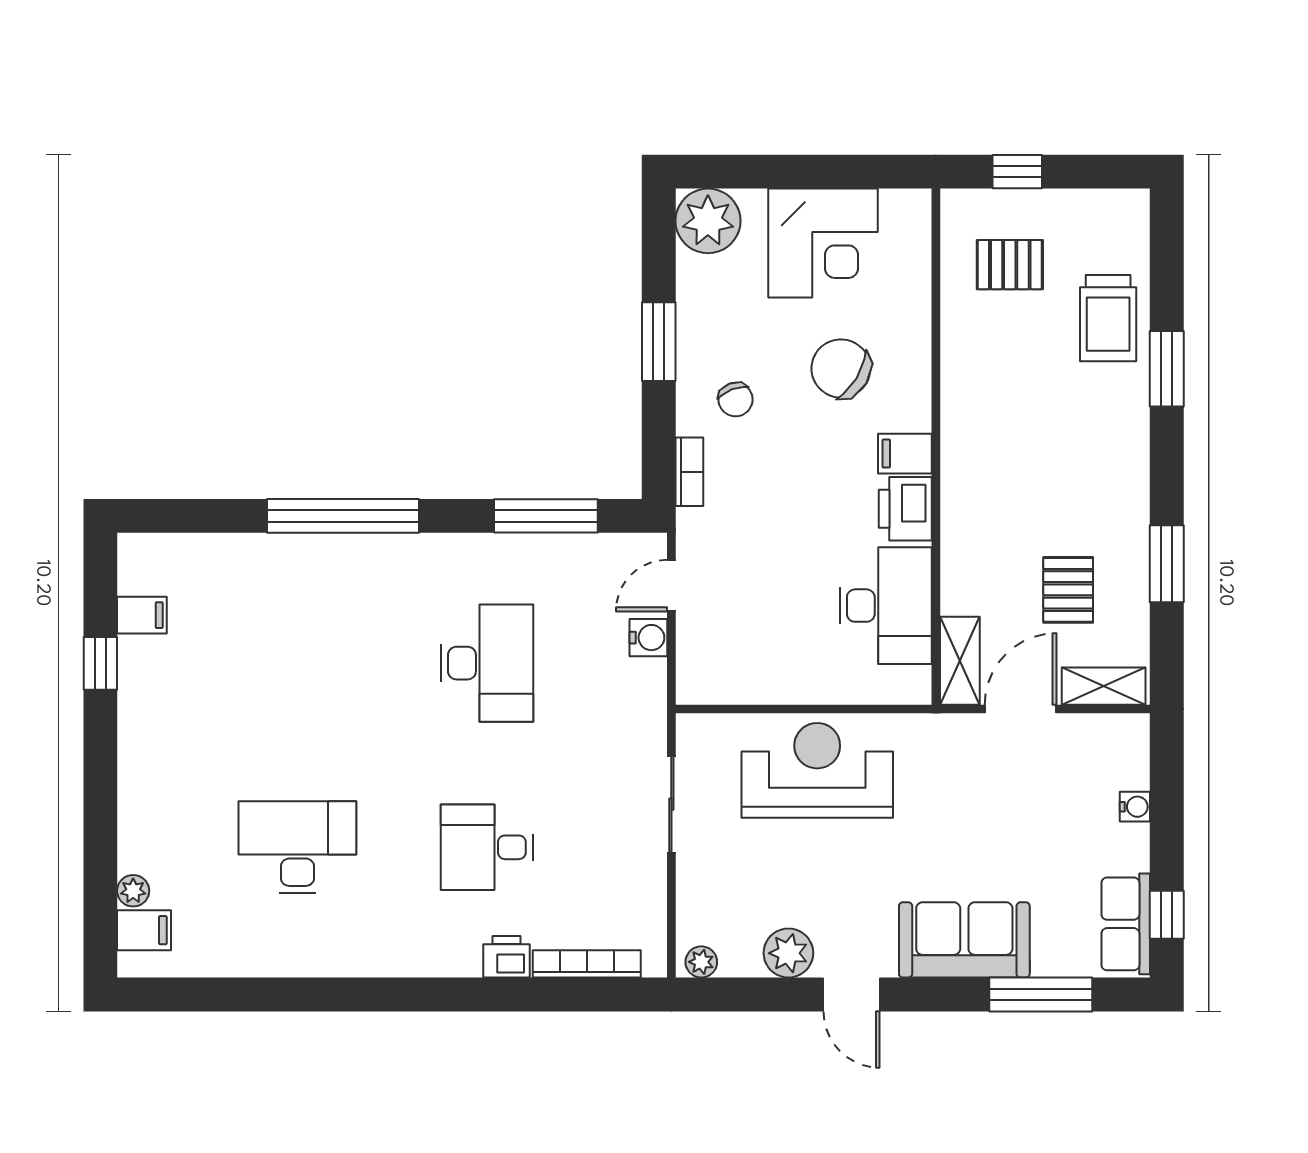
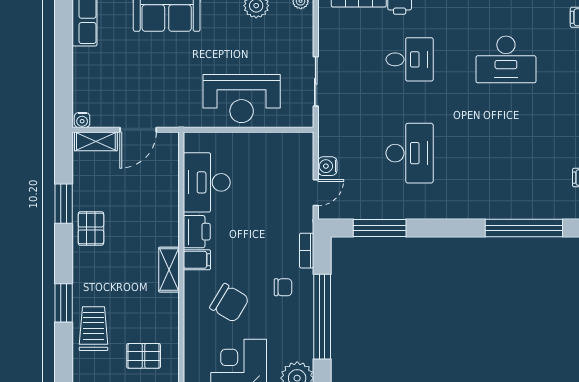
window: (659, 342) -> (322, 317), width x2.11
chair: (736, 400) -> (283, 287), turned 111
window: (343, 516) -> (524, 228), moved
pallet: (1068, 590) -> (91, 228), moved
shelving: (960, 661) -> (169, 270), moved
desk: (487, 663) -> (410, 153), turned 180
water cooler: (1135, 807) -> (82, 120), moved, turned -90
window: (1167, 915) -> (64, 25), removed

